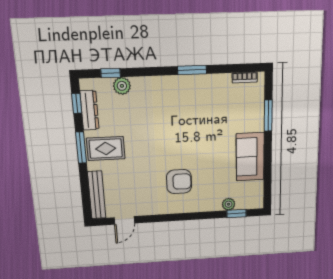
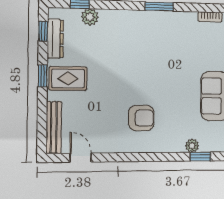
window: (81, 148) -> (43, 76), width x0.67
door: (124, 220) -> (81, 158), swing flipped

